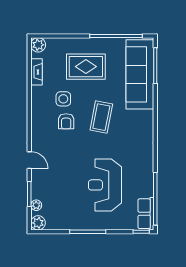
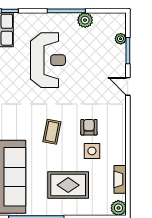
coffee table: (101, 117) -> (52, 132), width x0.73, depth x0.77
plant: (38, 223) -> (85, 20), moved

